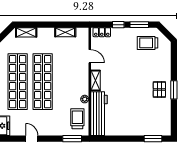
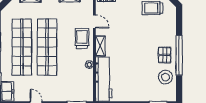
window: (174, 90) -> (179, 55), width x2.11
stool: (160, 111) -> (165, 77), added
trolley: (77, 119) -> (82, 38), moved

